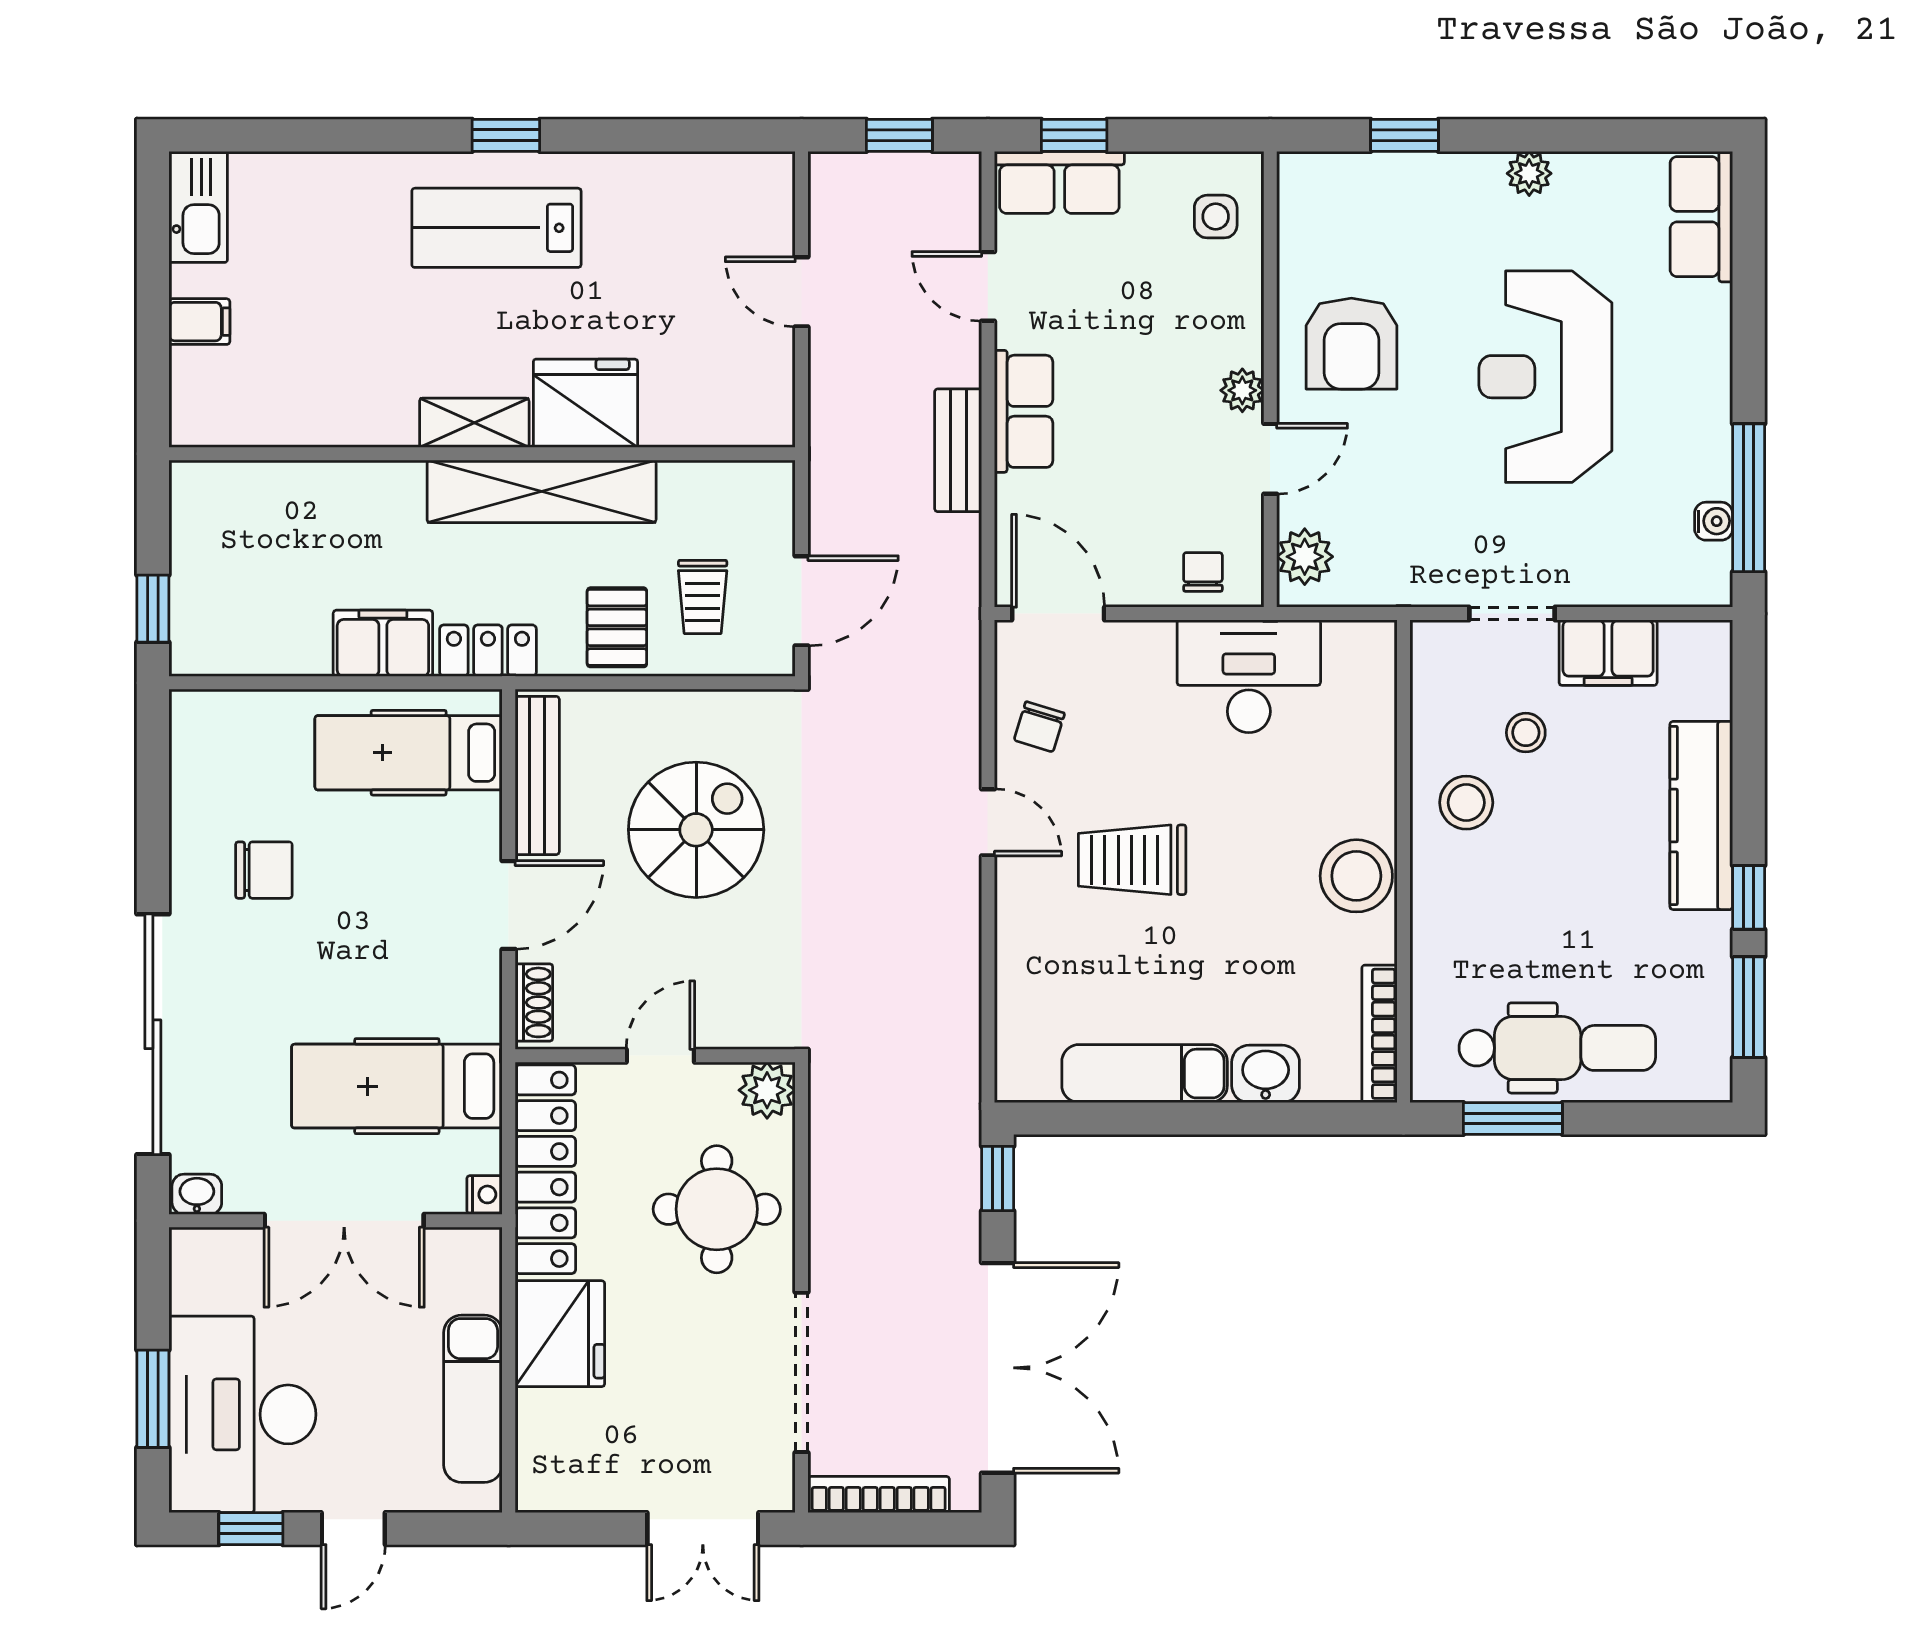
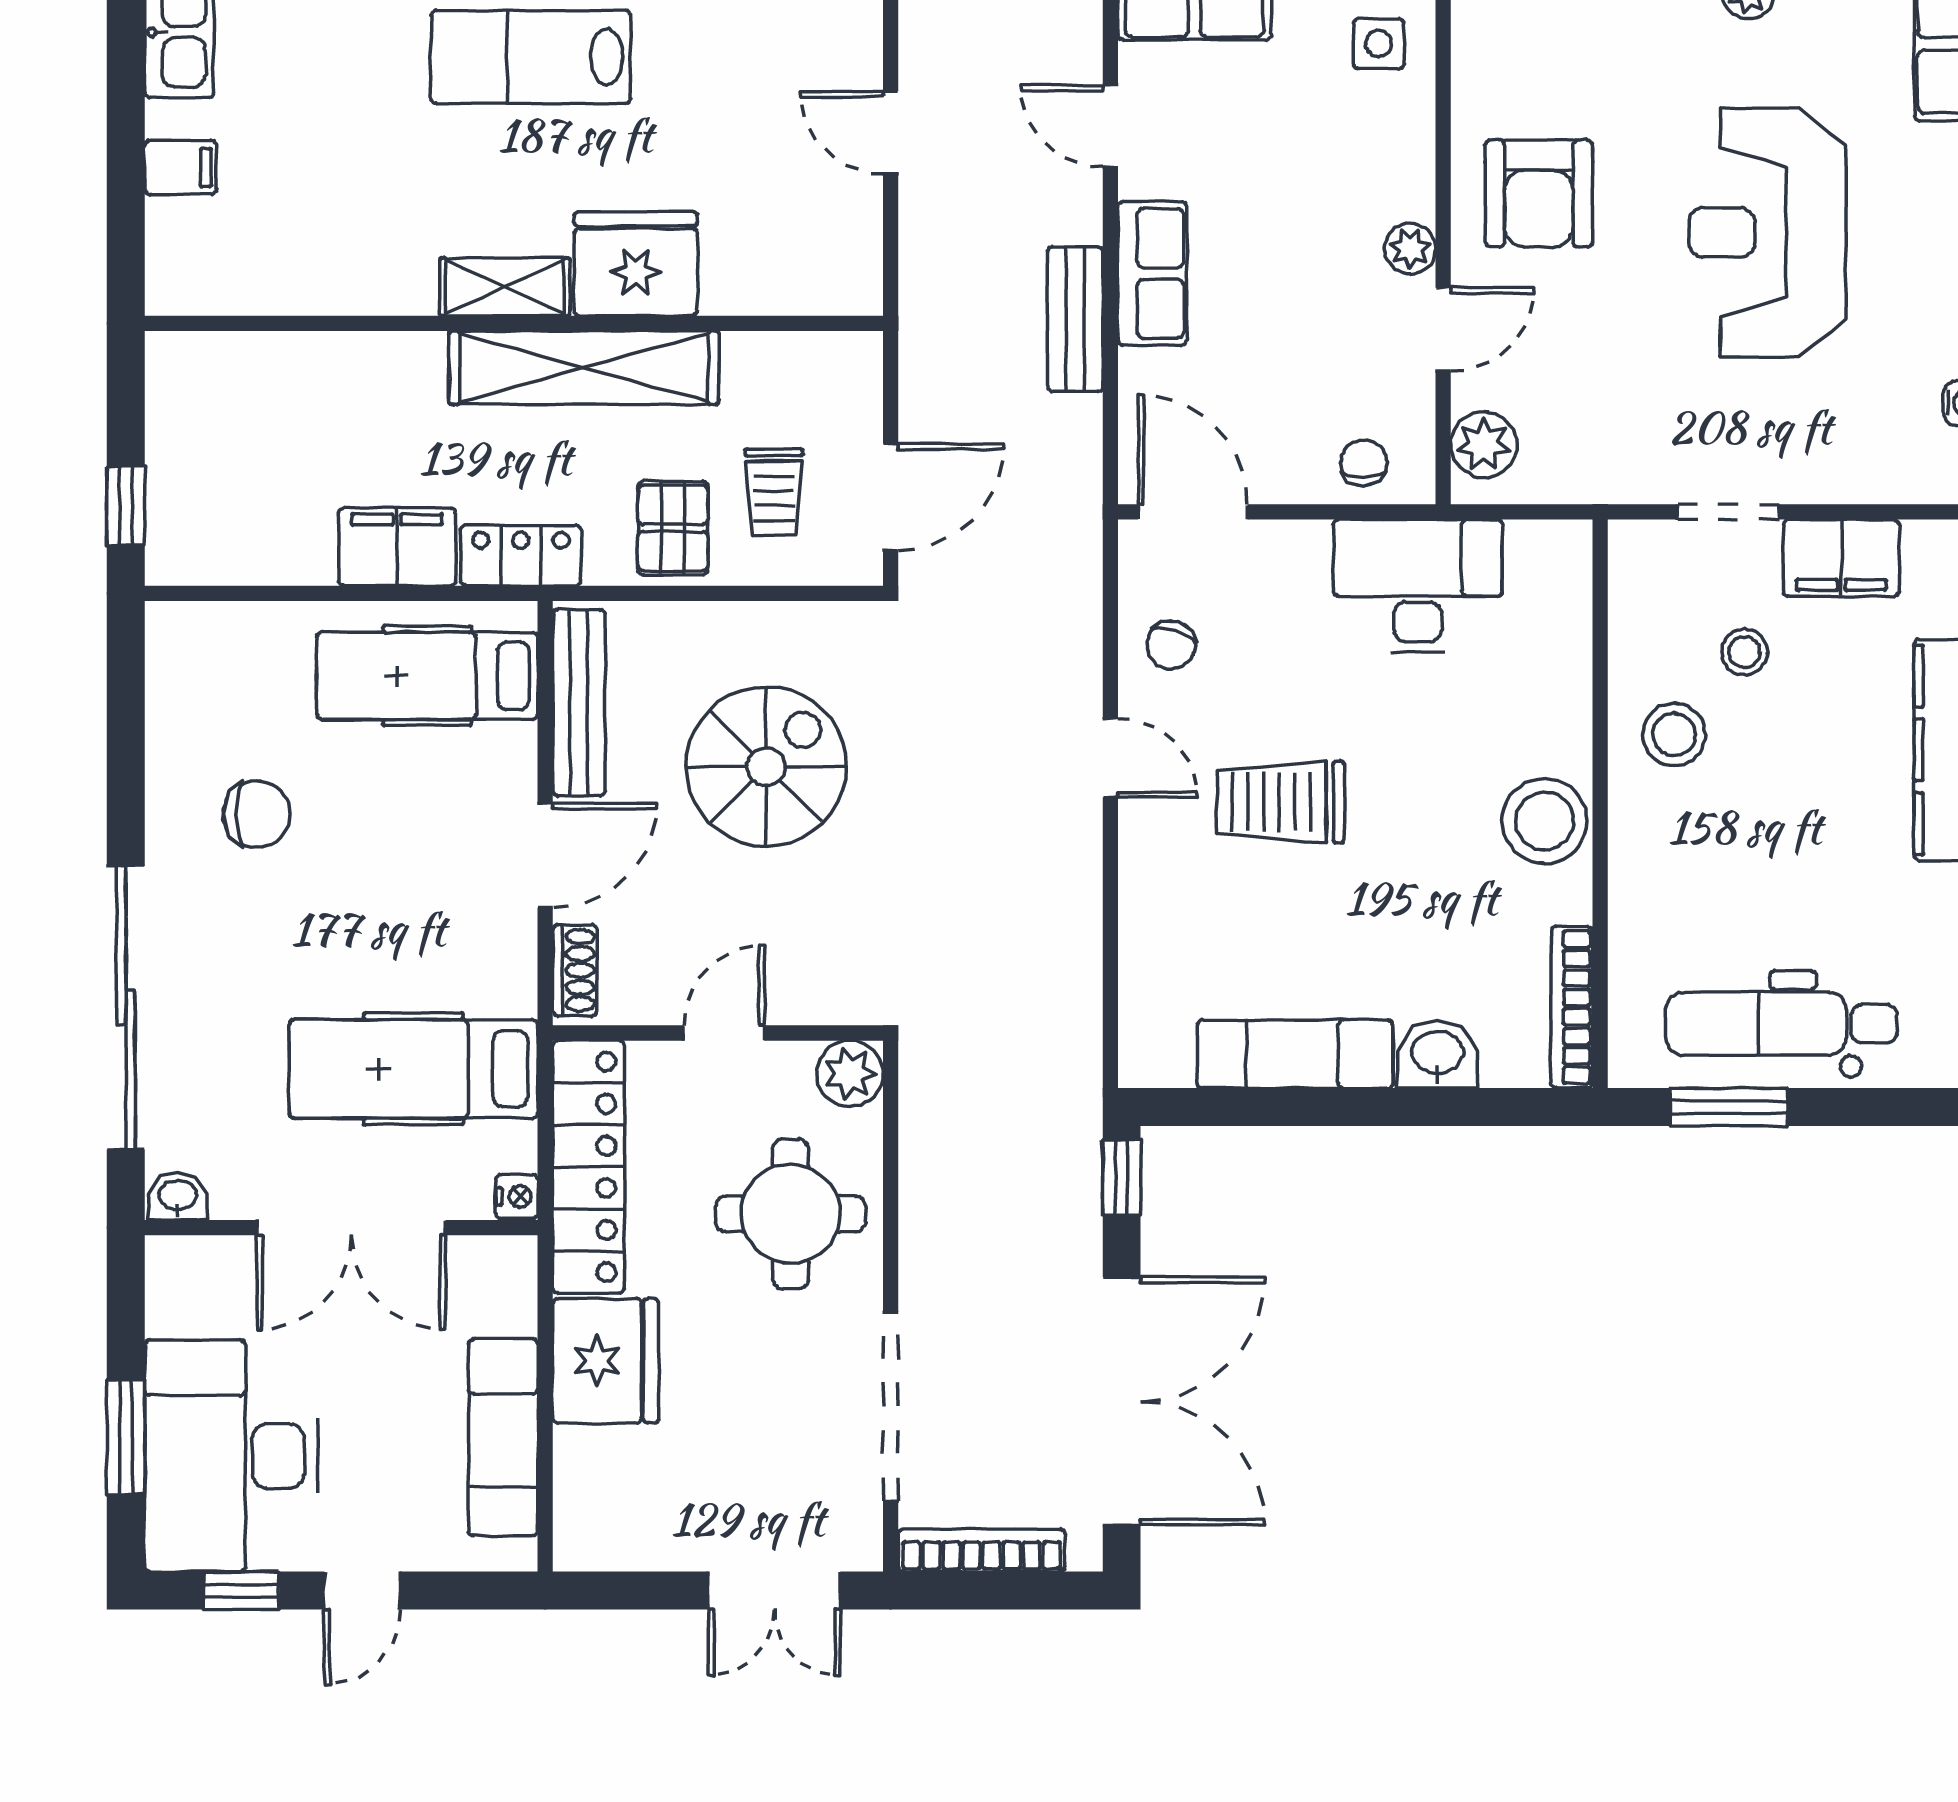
dental chair: (1557, 1048) -> (1781, 1024), turned 180

